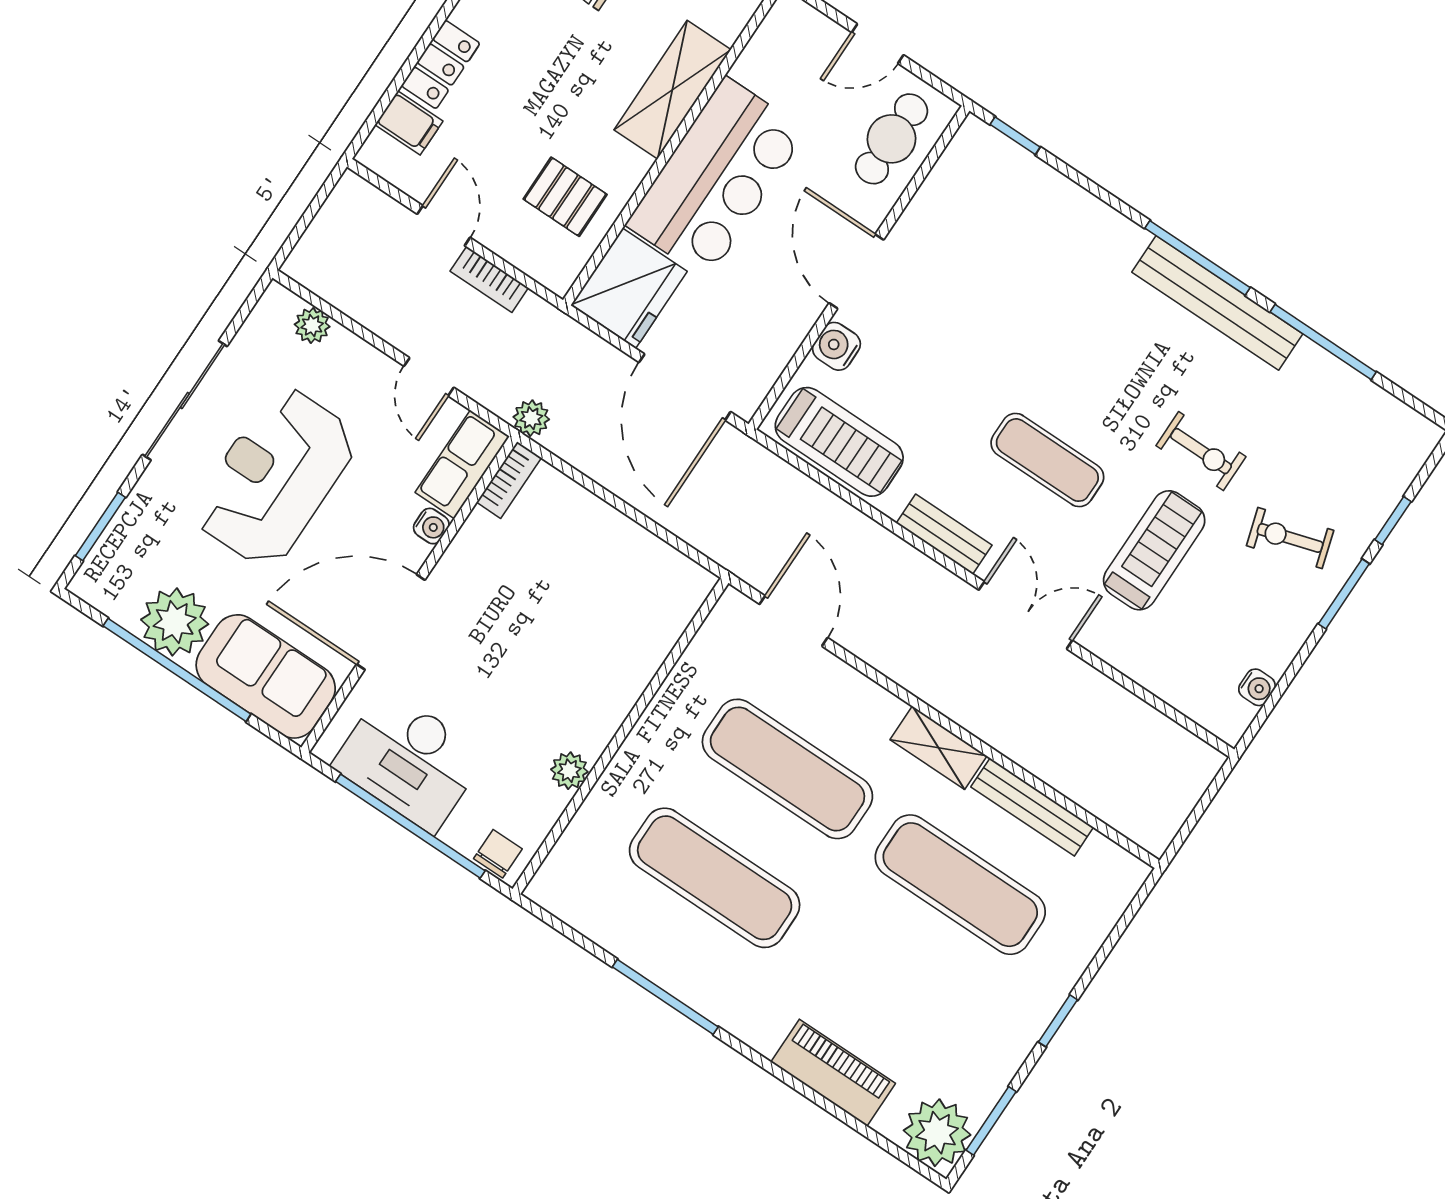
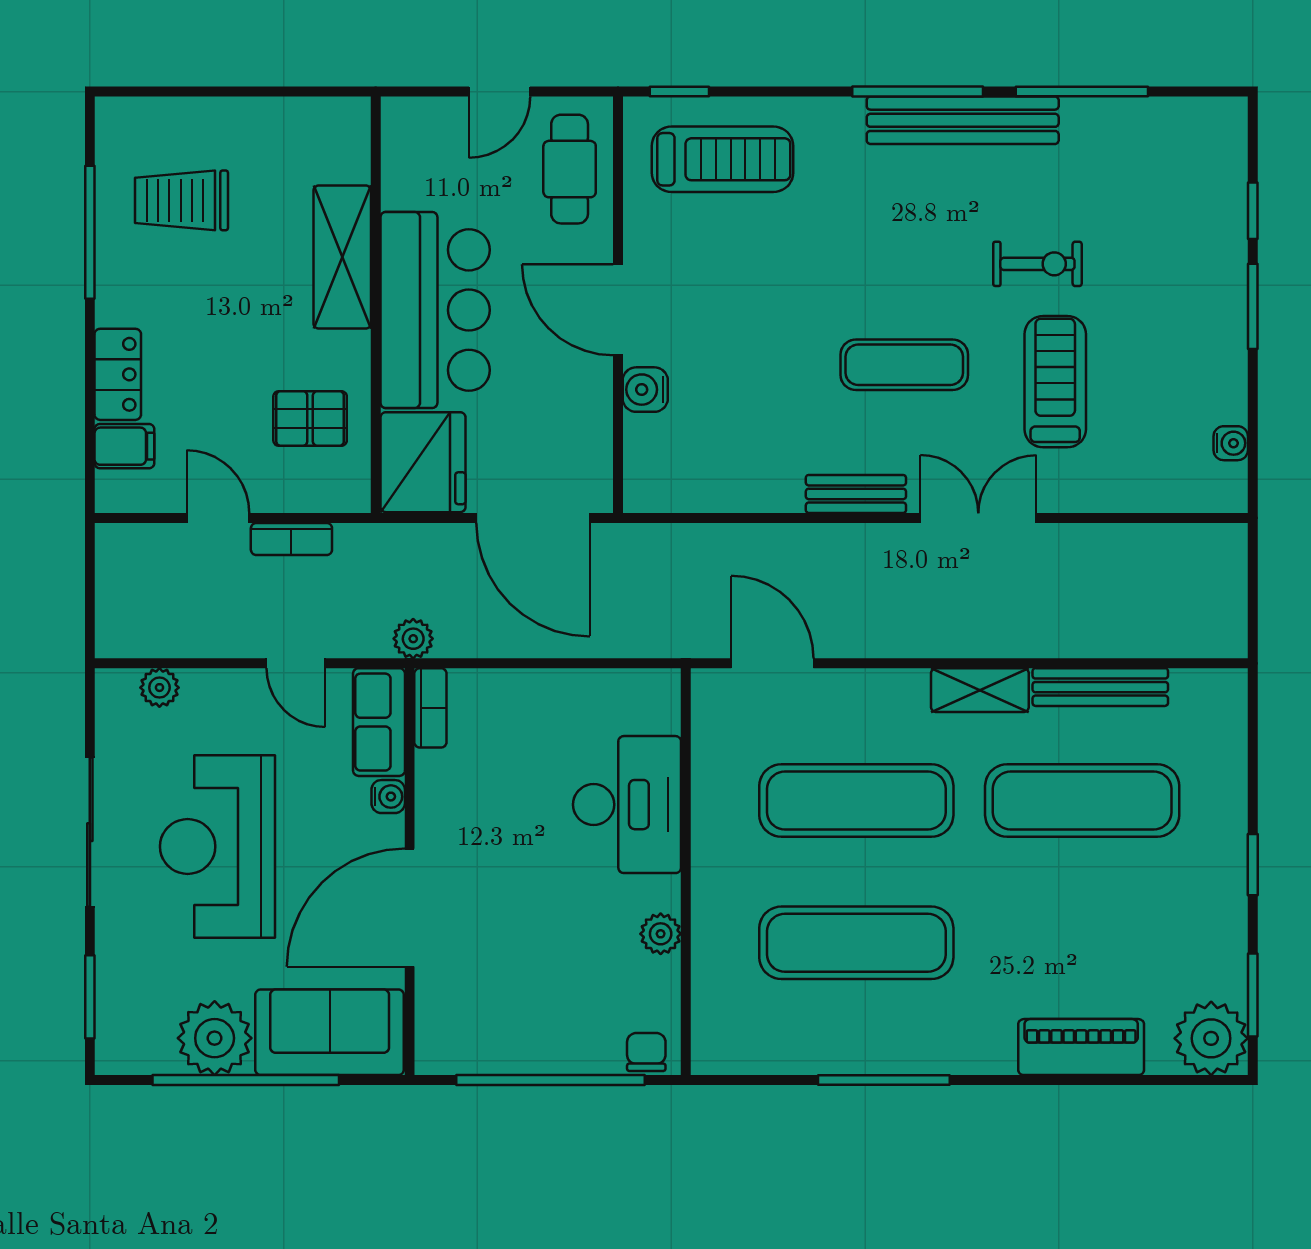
treadmill: (839, 442) -> (722, 159), moved
exercise bike: (1290, 538) -> (1170, 289), removed
desk: (409, 760) -> (627, 805), moved, turned -90

